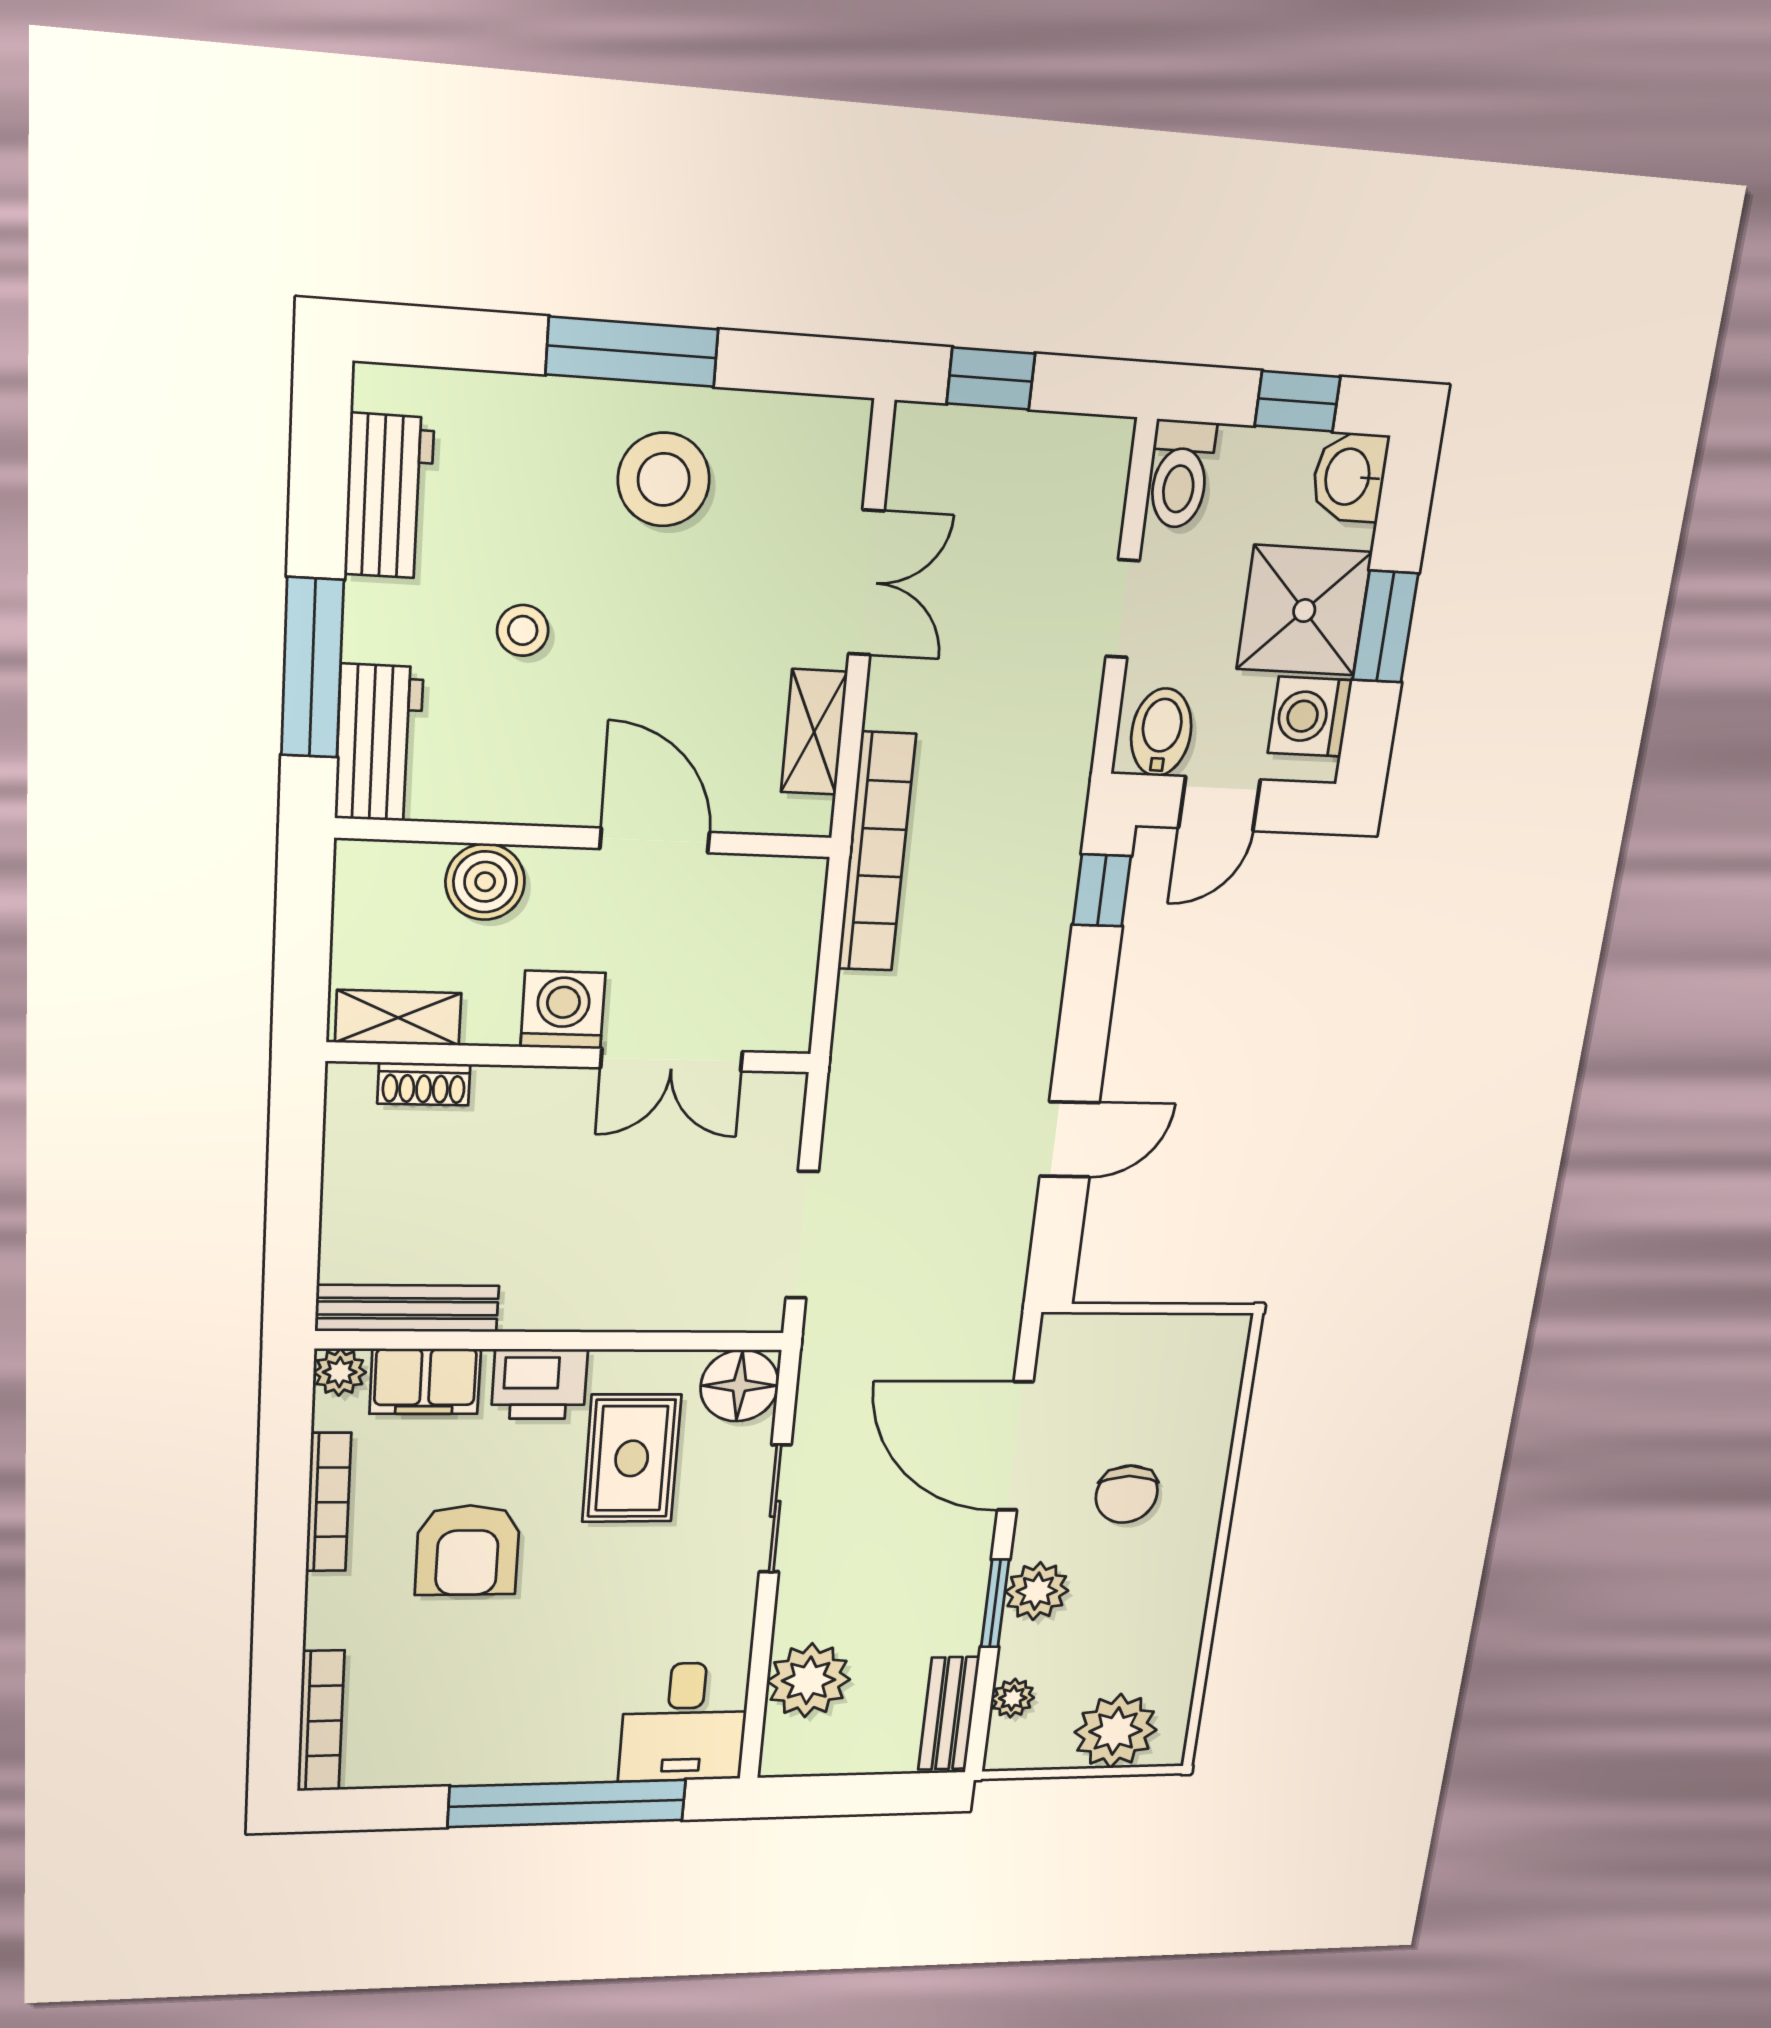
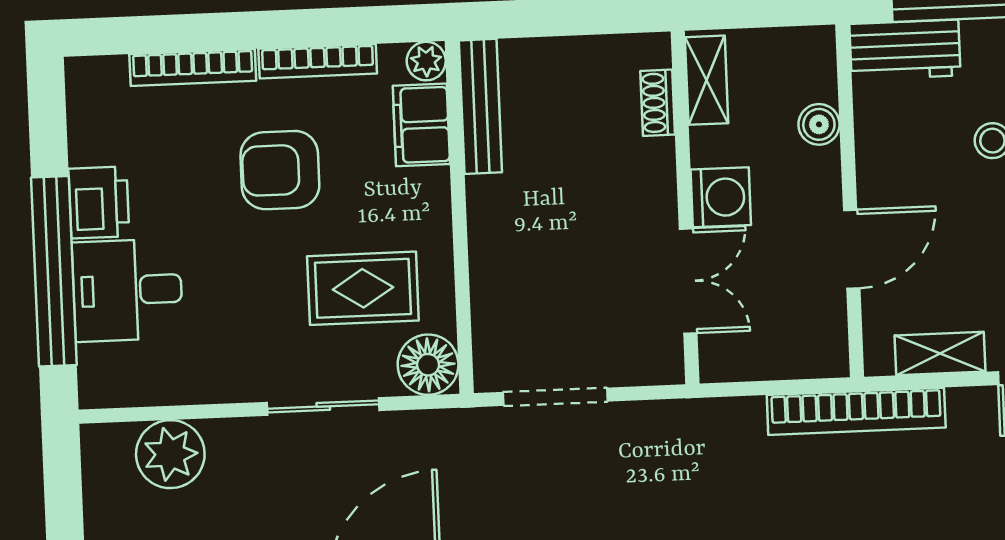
boiler: (485, 882) -> (819, 124), width x0.73, depth x0.73
double door: (672, 1060) -> (688, 281), swing flipped
printer: (539, 1384) -> (99, 202), moved, turned 180
bookcase: (321, 1721) -> (193, 67), moved
desk: (684, 1722) -> (127, 290), moved

